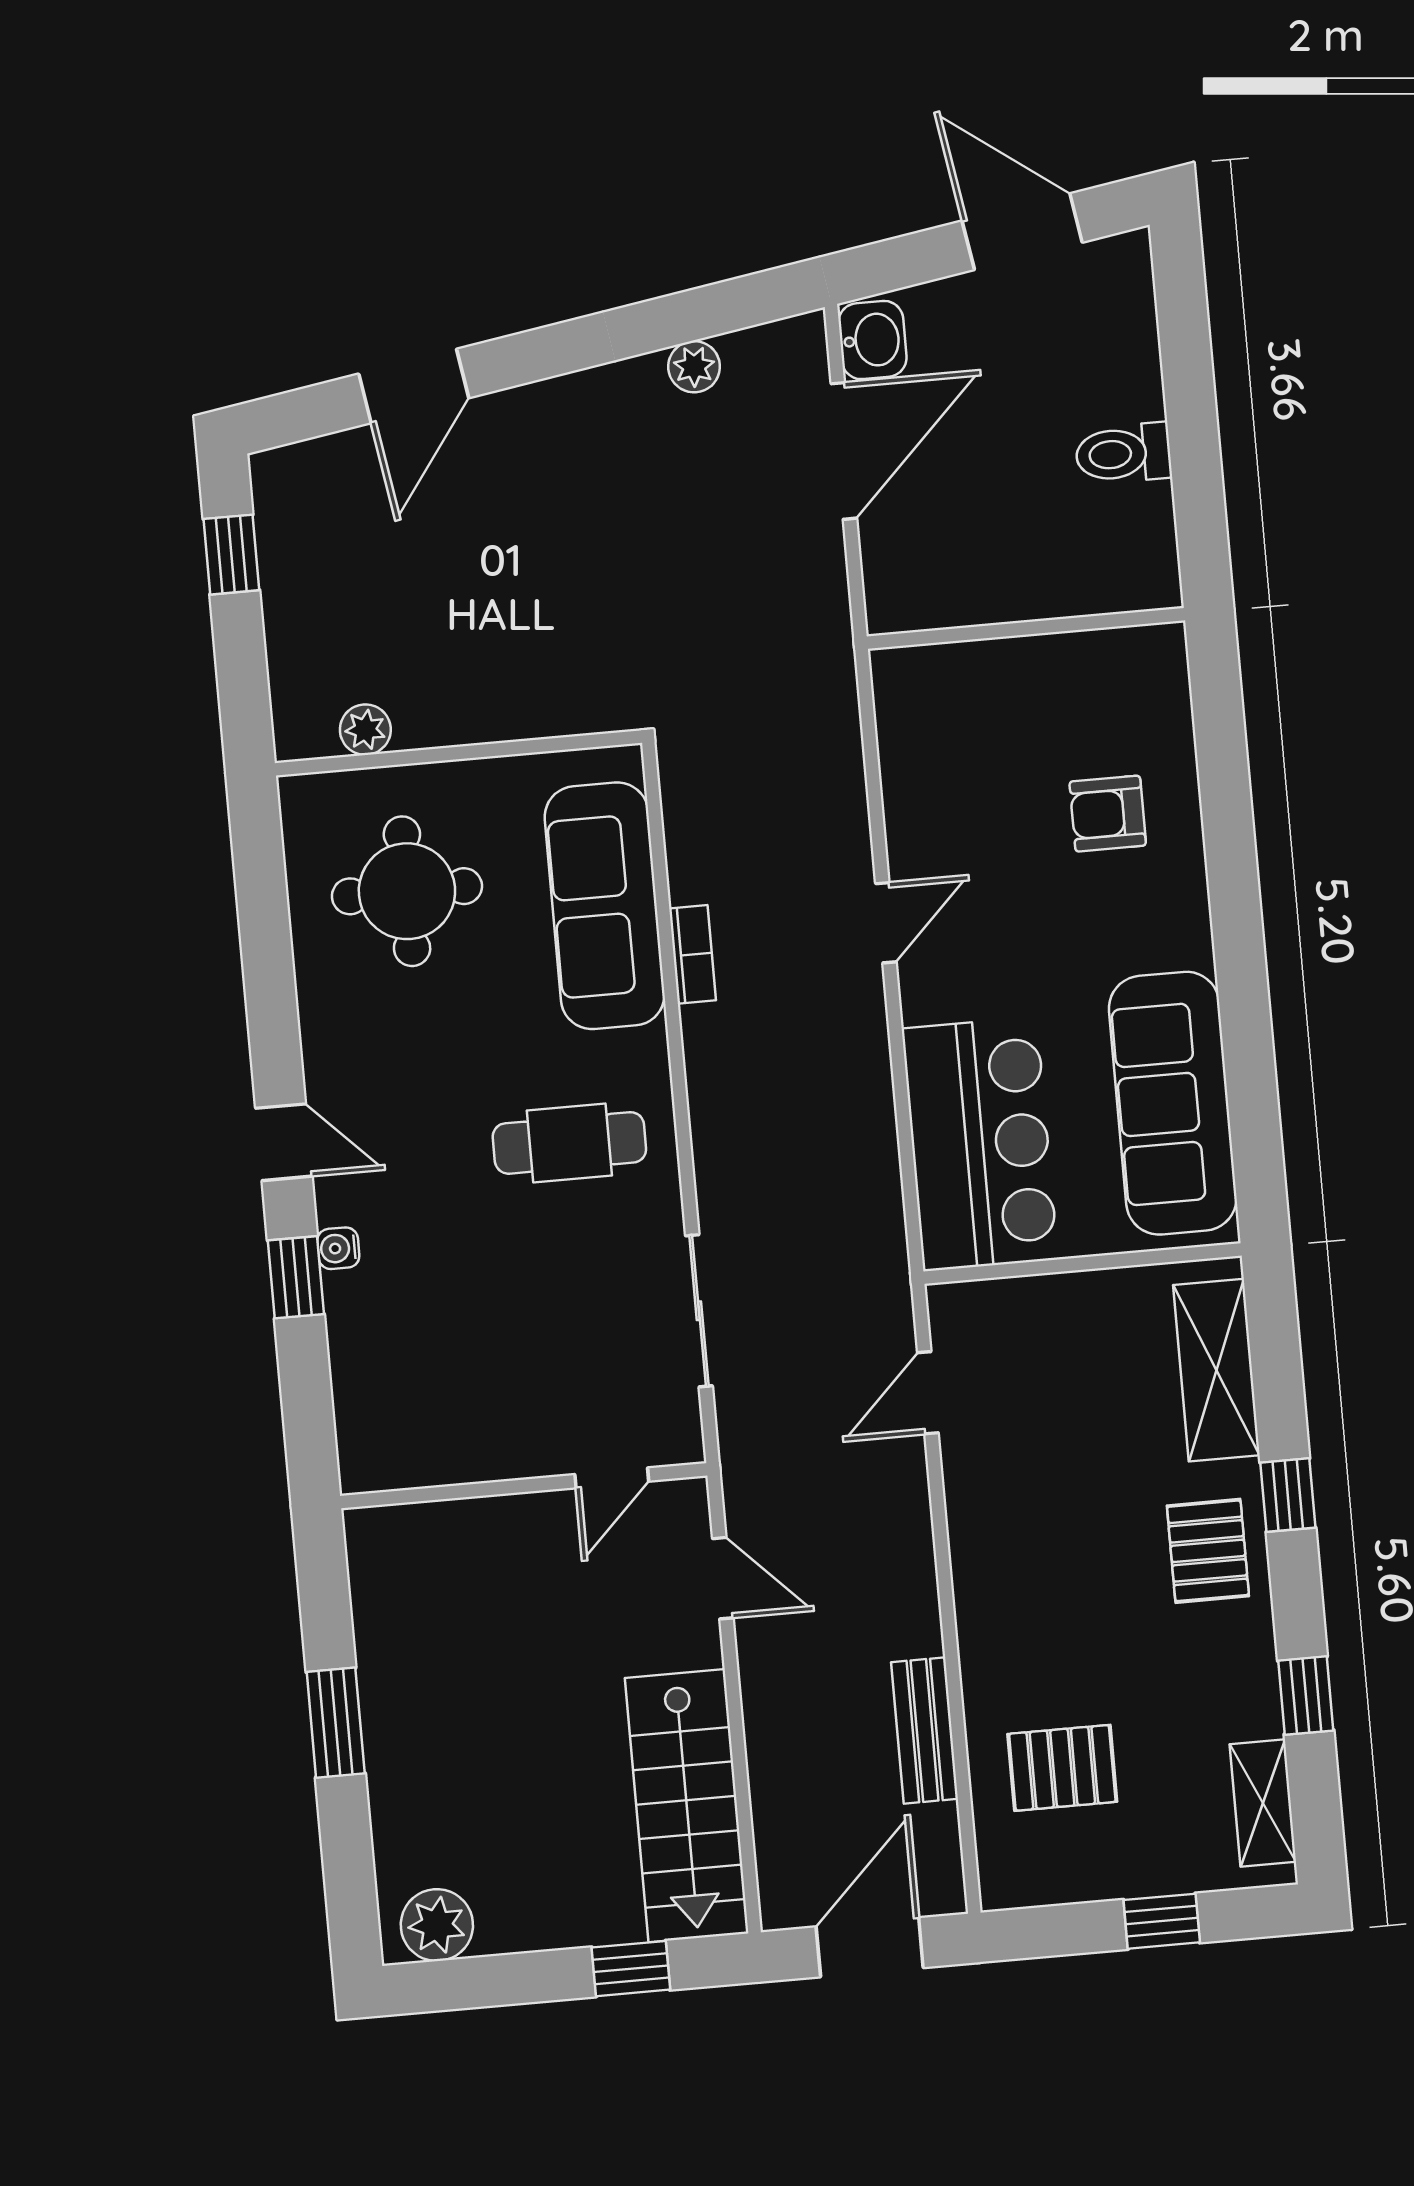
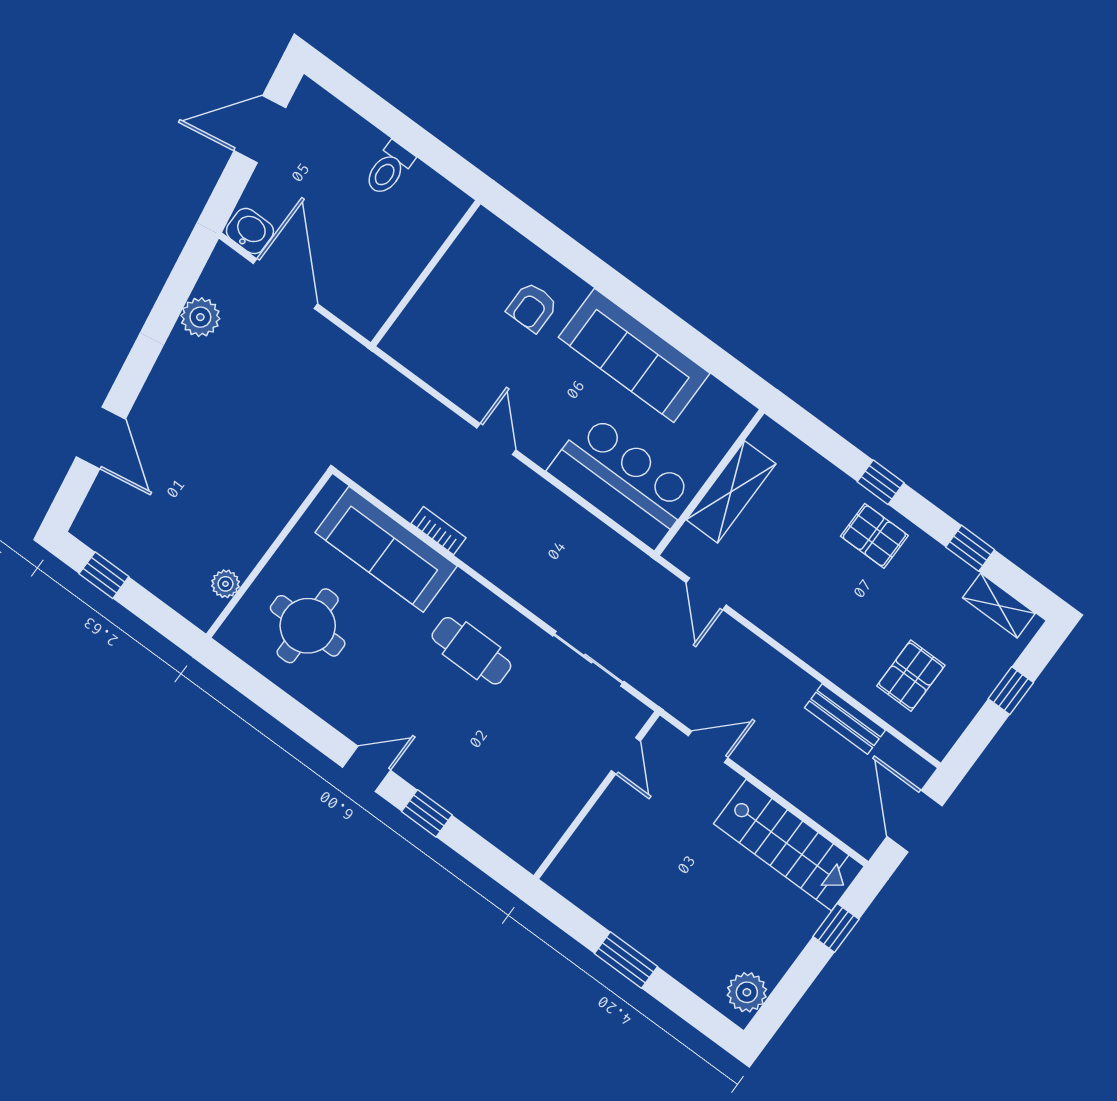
plant: (694, 367) -> (200, 317), width x1.38, depth x1.38
sofa: (1173, 1103) -> (634, 355), moved
cafe table: (569, 1143) -> (471, 651), turned 90
water cooler: (338, 1248) -> (430, 785), removed
shelving: (1216, 1370) -> (731, 492), moved, turned 90

